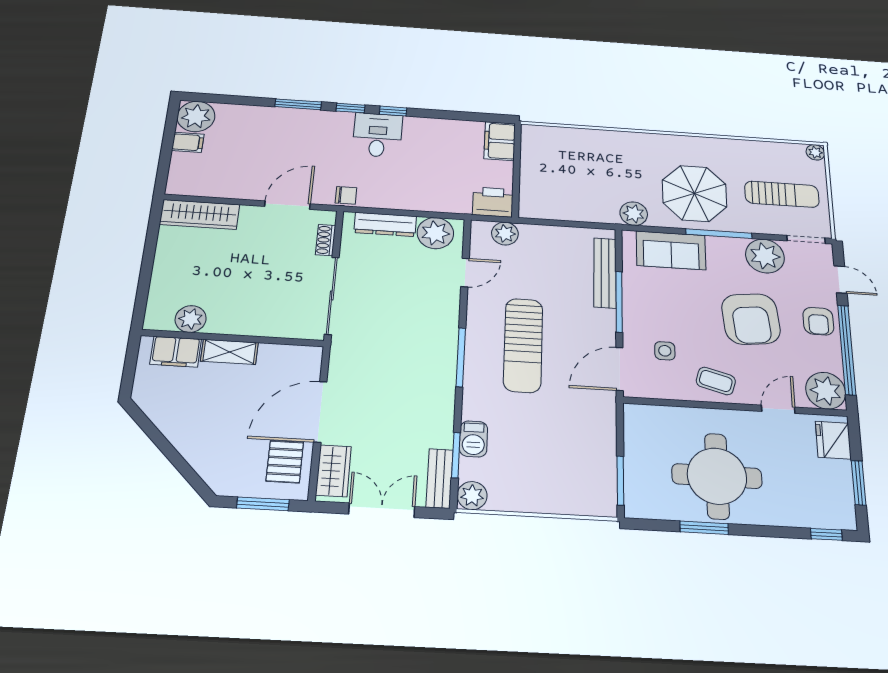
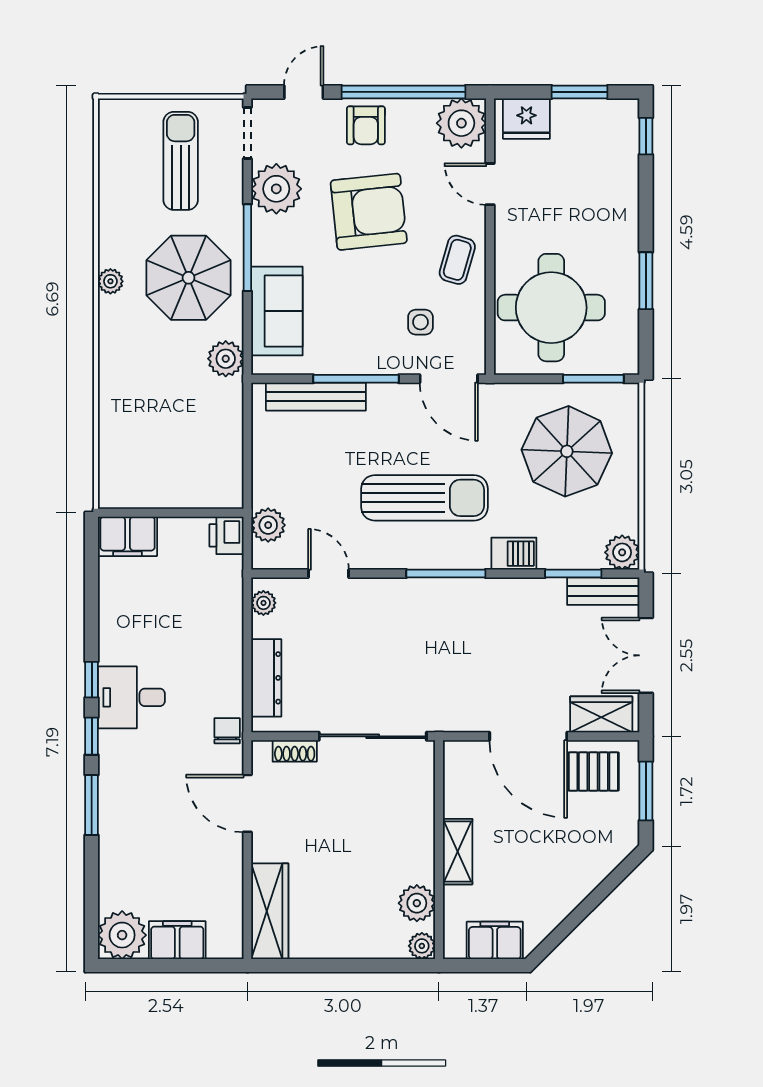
filing cabinet: (188, 142) -> (177, 940), width x2.00
plant: (815, 152) -> (110, 281), moved
printer: (493, 202) -> (227, 535), width x0.73, depth x0.81
plant: (435, 233) -> (263, 603), width x0.53, depth x0.53
plant: (154, 321) -> (422, 946), added
armchair: (818, 321) -> (366, 125), turned 90
filing cabinet: (176, 352) -> (495, 940), moved, turned -90
barbecue: (474, 439) -> (514, 554), moved
parasol: (559, 456) -> (567, 451), added
round table: (717, 476) -> (551, 308), moved

